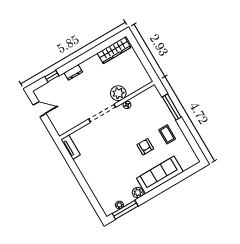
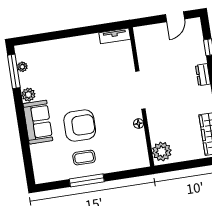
plant: (118, 93) -> (162, 152), moved
window: (172, 107) -> (87, 180), moved
armchair: (145, 147) -> (80, 125), width x1.88, depth x1.88
sofa: (160, 175) -> (38, 122), width x0.73

